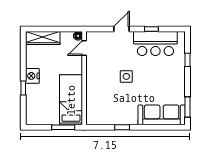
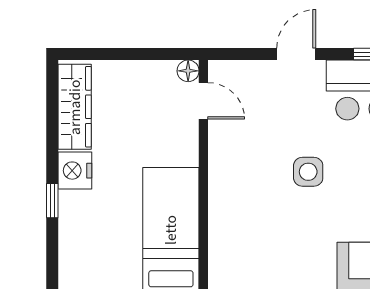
wardrobe: (43, 38) -> (75, 107), moved, turned -90
door: (84, 48) -> (203, 101), swing flipped

